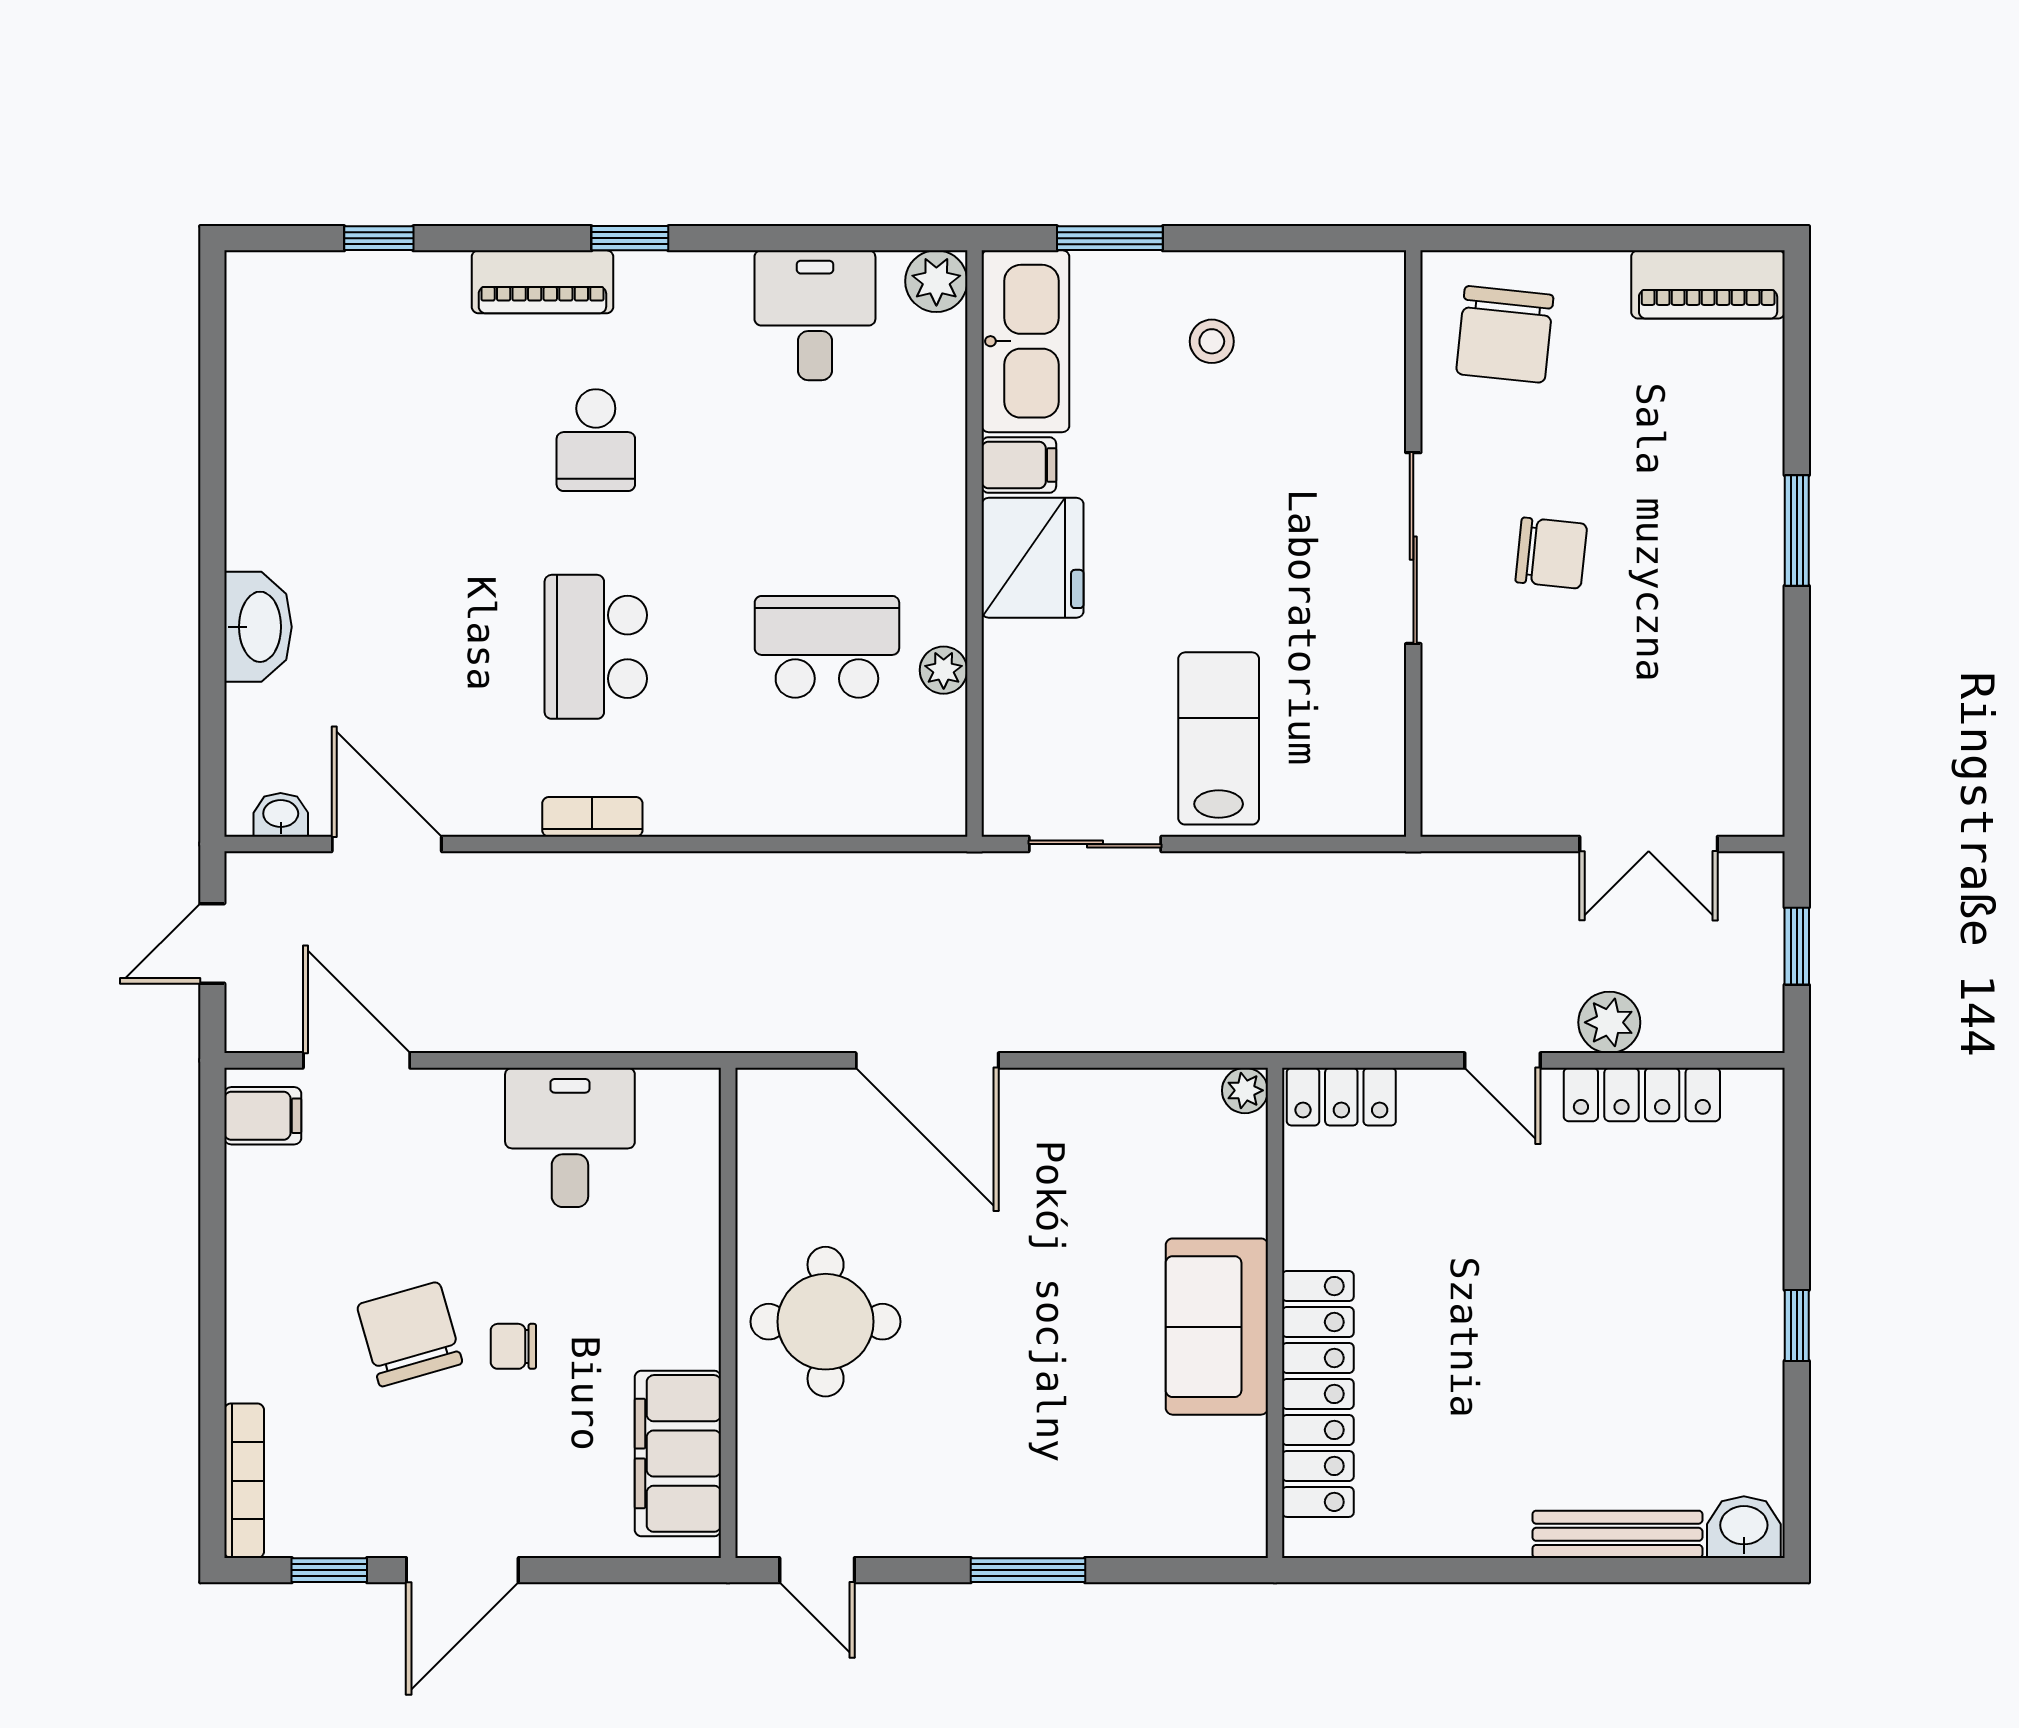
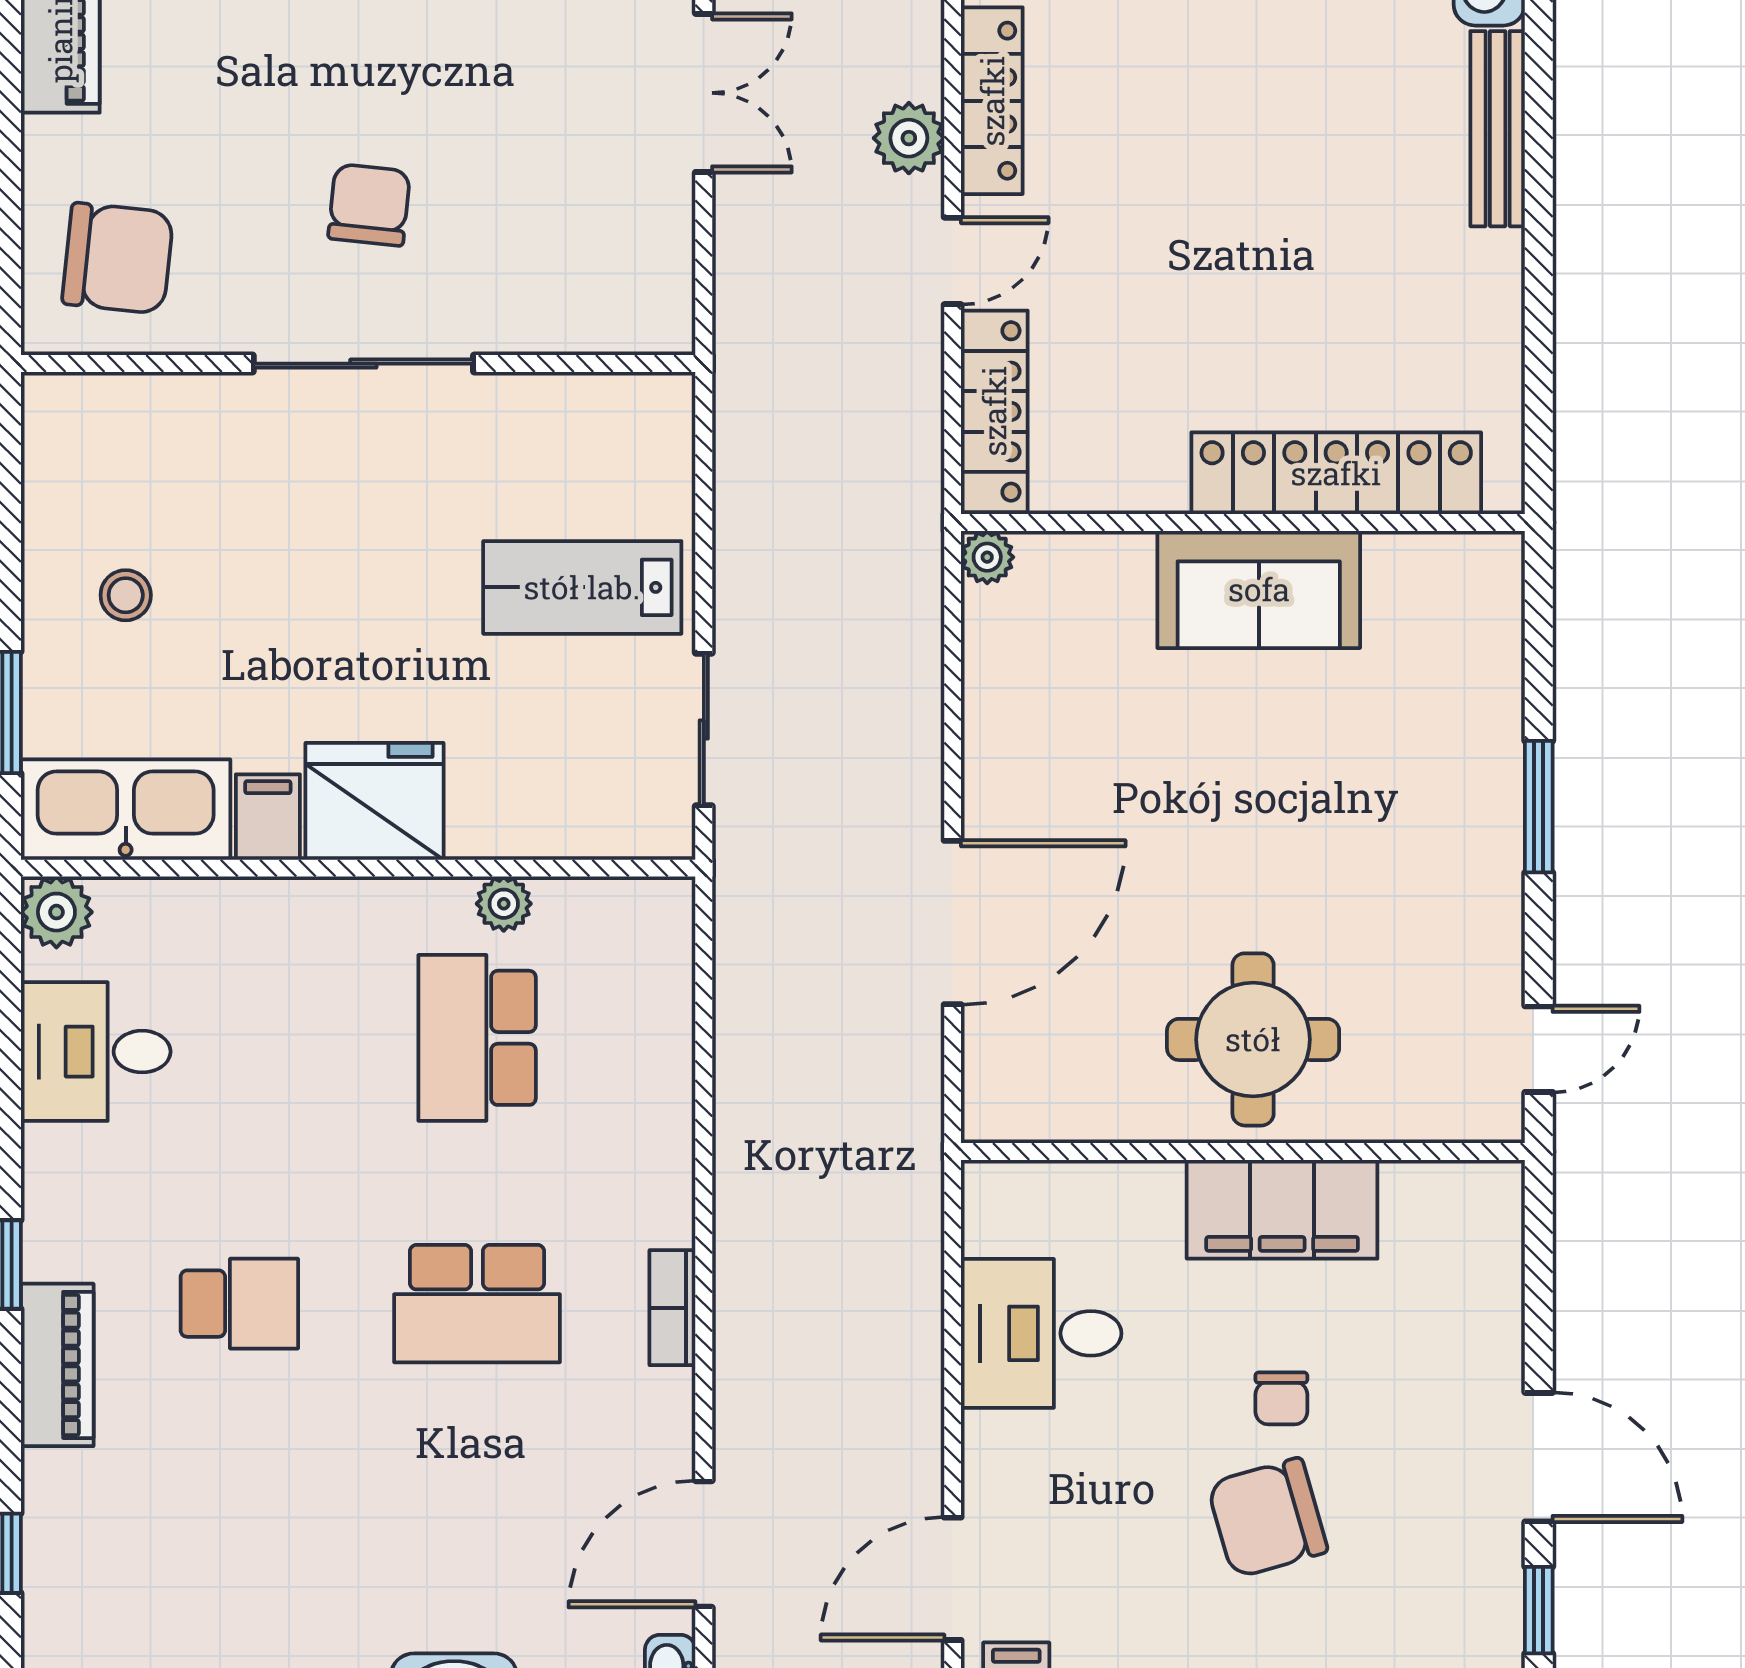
locker: (1341, 1097) -> (994, 411), width x1.53
filing cabinet: (678, 1453) -> (1282, 1209), moved

